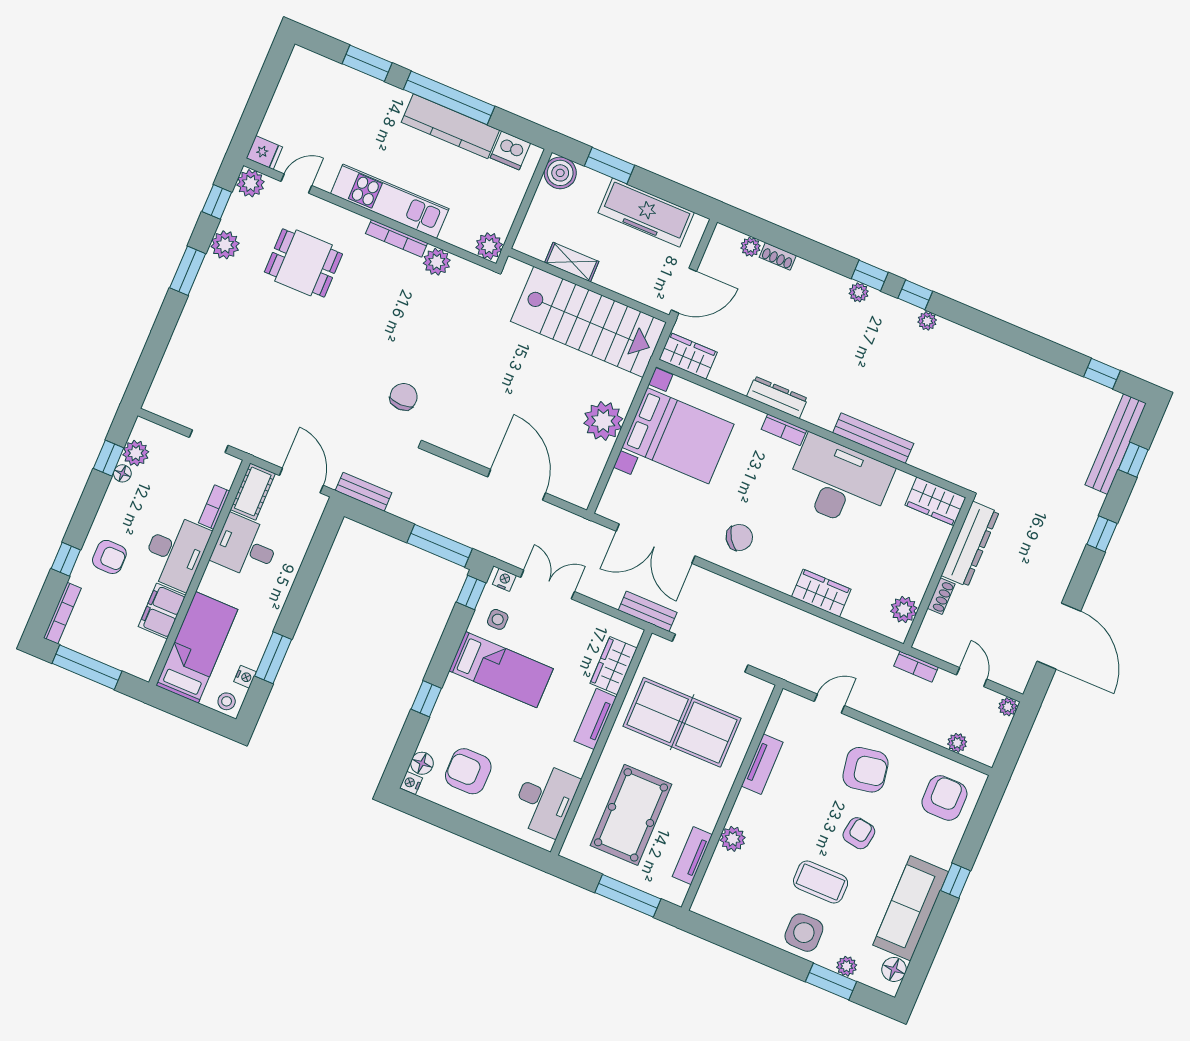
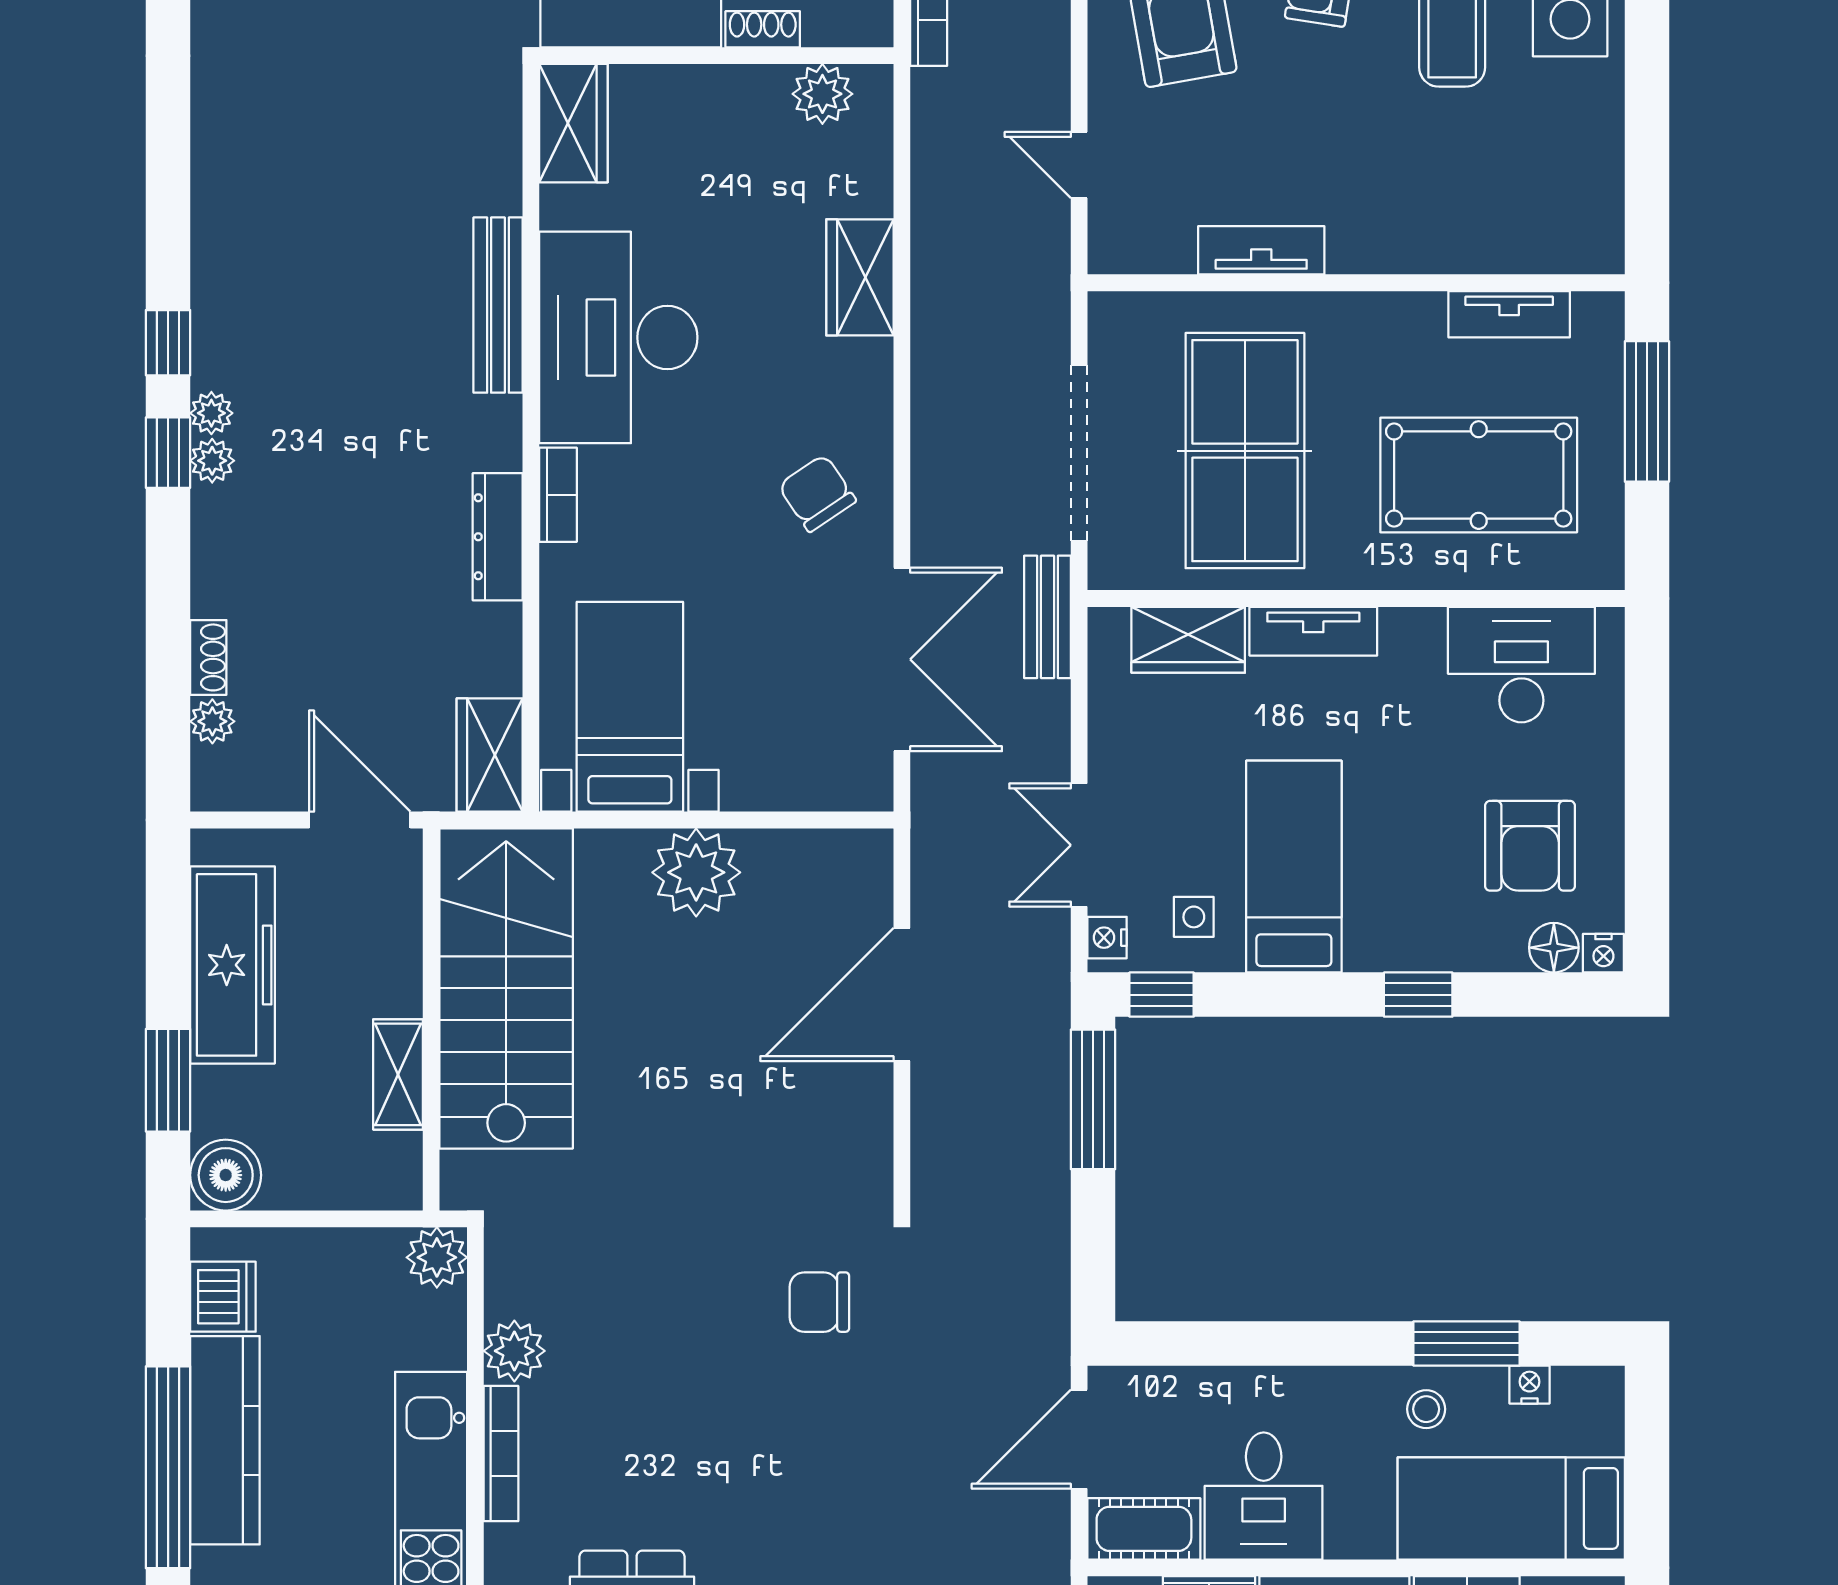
plant: (927, 321) -> (211, 413), moved
bed with nightstands: (678, 436) -> (630, 707), width x0.73
bench: (364, 492) -> (1048, 1302), removed
stool: (227, 701) -> (1426, 1409), moved
plant: (733, 839) -> (1440, 246), removed

